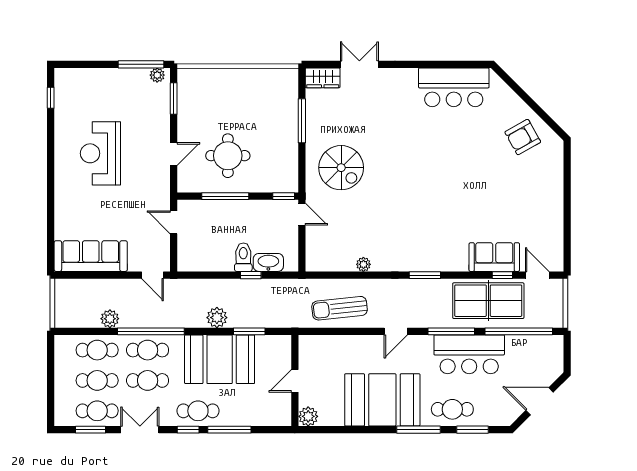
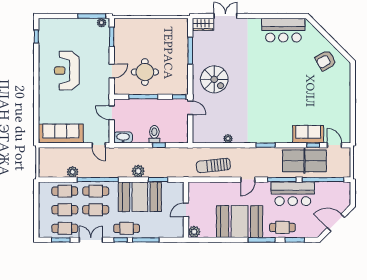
washbasin: (268, 262) -> (123, 137), moved

